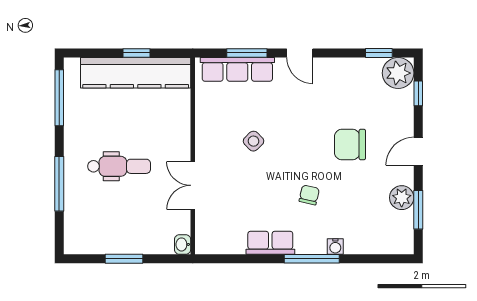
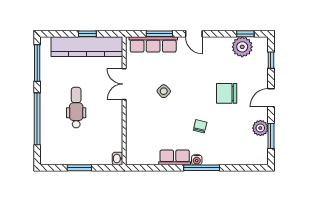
plant: (398, 73) -> (242, 47), moved
dental chair: (119, 166) -> (76, 108), turned -90
window: (59, 184) -> (37, 119), width x1.46
double door: (193, 185) -> (124, 84), moved
water cooler: (335, 246) -> (197, 160), moved

